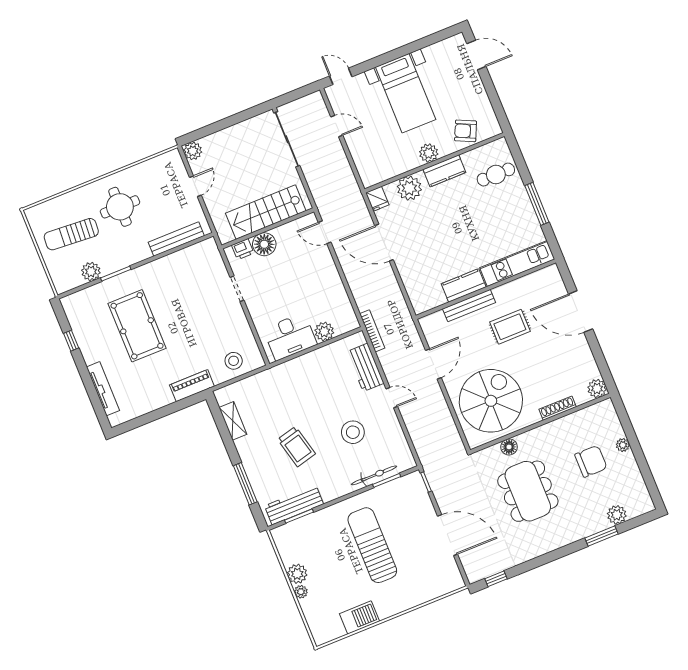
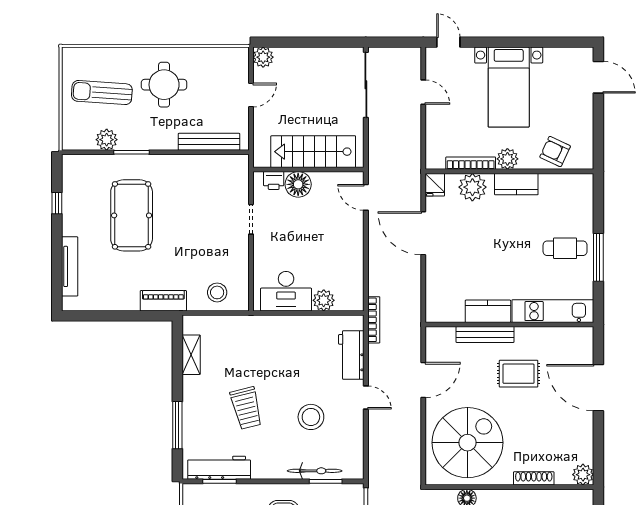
bookcase: (400, 169) -> (471, 163), added
cafe table: (496, 175) -> (565, 248), moved

